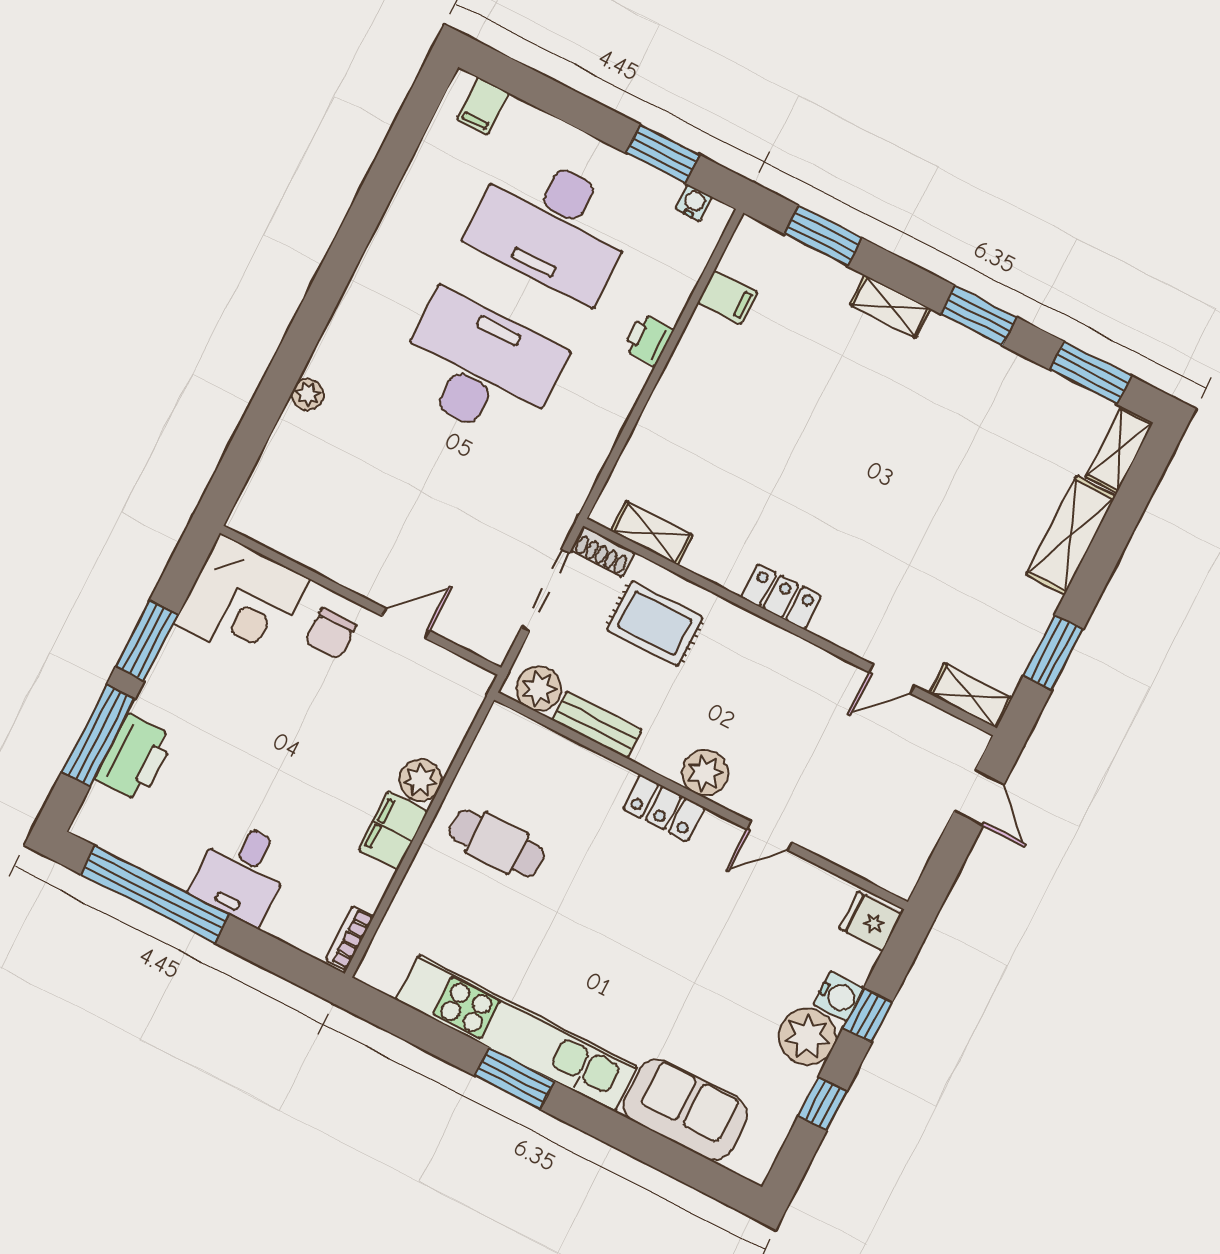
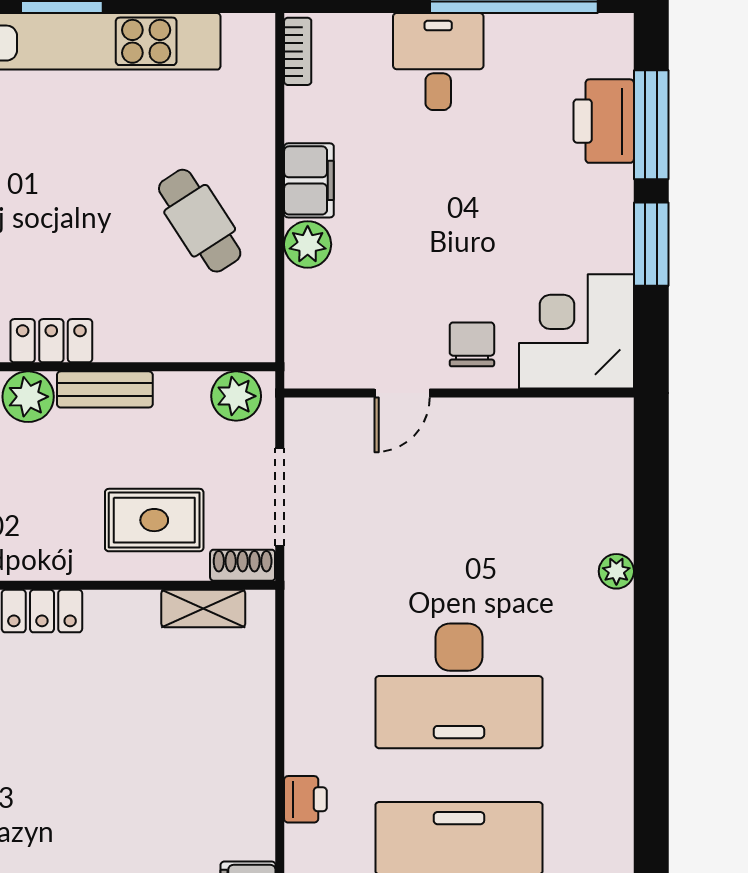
bench: (597, 725) -> (105, 389), moved
cafe table: (497, 843) -> (200, 221), turned 57

